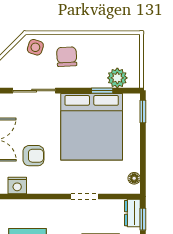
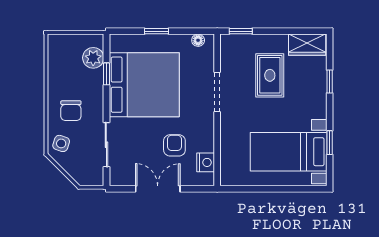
chair: (67, 57) -> (71, 111), turned -87
window: (143, 112) -> (157, 31), moved
doorway: (85, 197) -> (217, 92), width x1.38
dresser: (132, 213) -> (234, 42), removed

